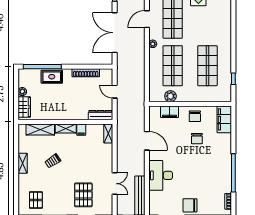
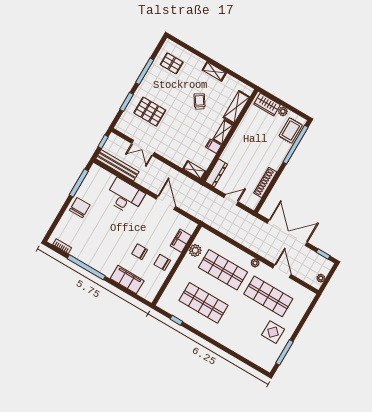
rug: (52, 77) -> (291, 130), moved
filing cabinet: (224, 119) -> (127, 280), moved
door: (147, 141) -> (166, 203), swing flipped

